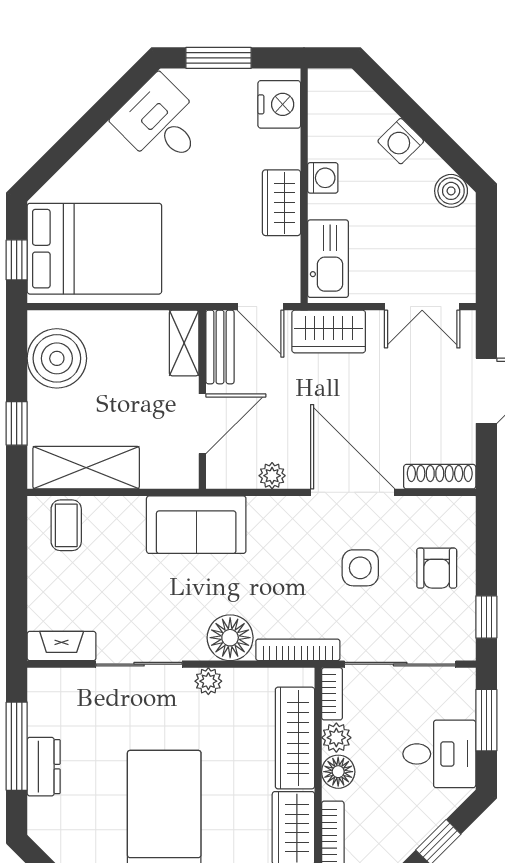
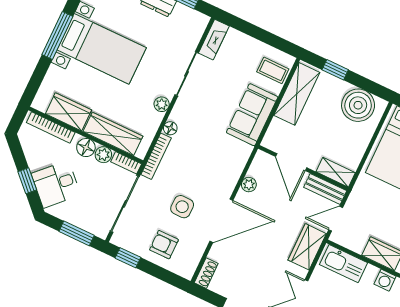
shoe rack: (440, 477) -> (206, 273), width x0.70
sofa: (196, 525) -> (252, 115), moved
floor lamp: (230, 638) -> (170, 128), width x0.53, depth x0.53
desk: (439, 754) -> (56, 184), moved, turned 45

